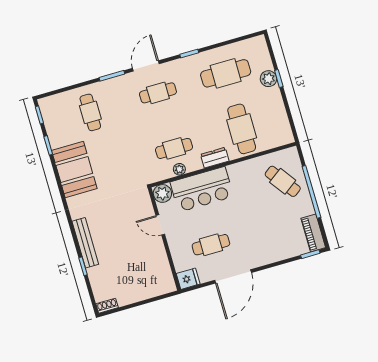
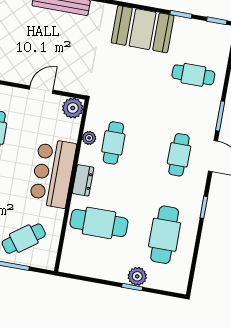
bar counter: (202, 189) -> (53, 173), moved

